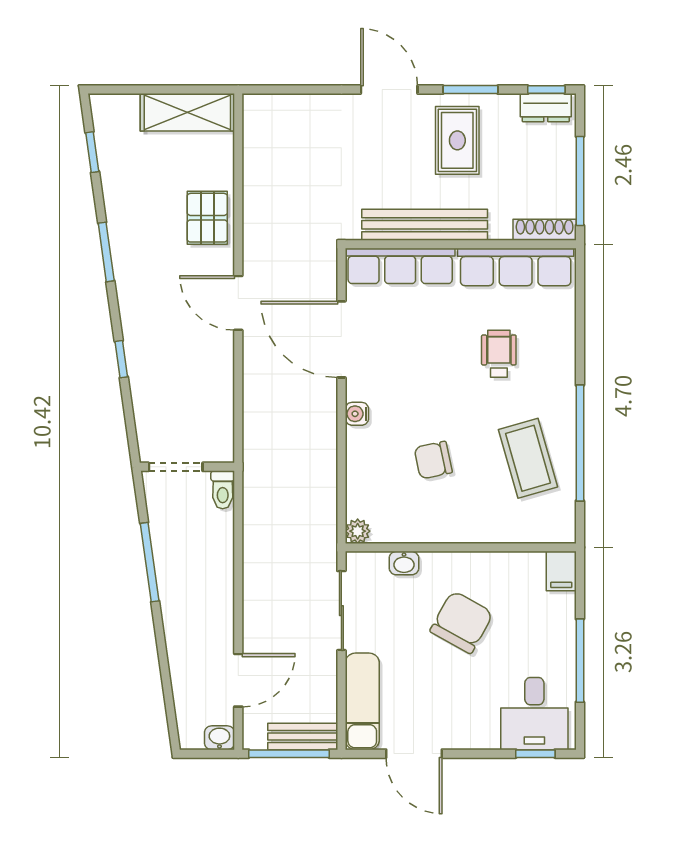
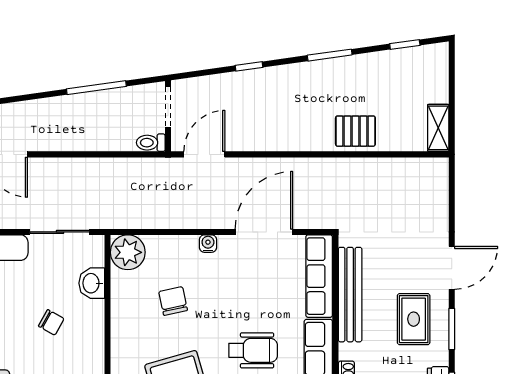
shelving: (187, 112) -> (438, 128), width x0.67, depth x0.75
rug: (457, 140) -> (414, 319), turned 90
door: (238, 303) -> (204, 154), moved
wheelchair: (499, 354) -> (253, 350), width x1.36, depth x1.37
plant: (358, 531) -> (128, 252), width x1.87, depth x1.87
washbasin: (404, 563) -> (92, 283), width x1.38, depth x1.45
chair: (462, 622) -> (51, 322), width x0.54, depth x0.54

